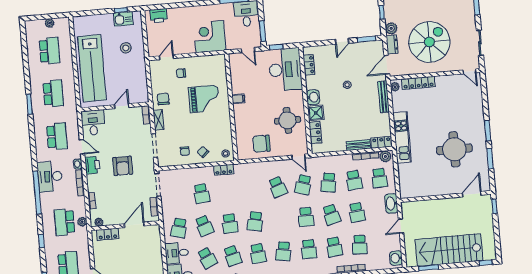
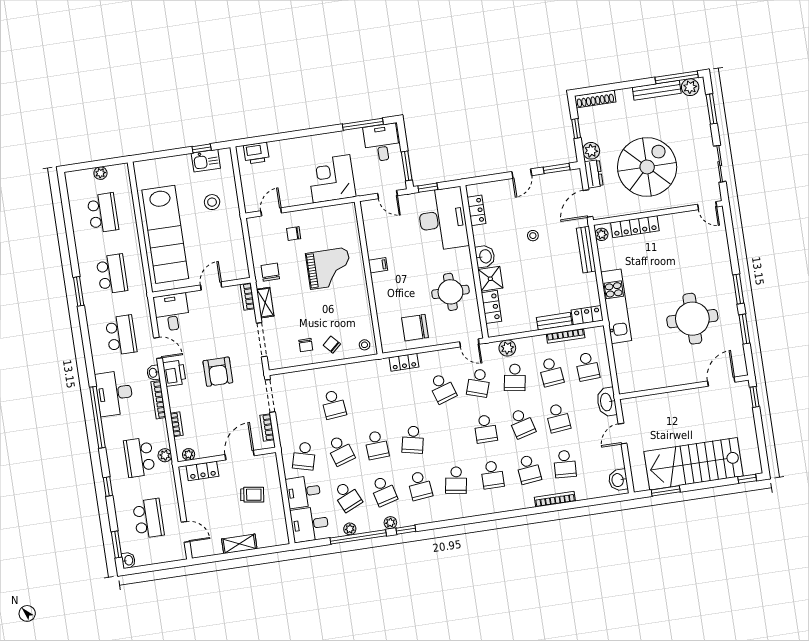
plant: (385, 156) -> (507, 348), moved
locker: (224, 170) -> (404, 362), moved
trolley: (141, 253) -> (252, 495), added

